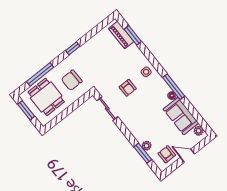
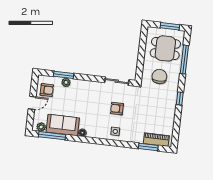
window: (174, 87) -> (52, 136), moved

